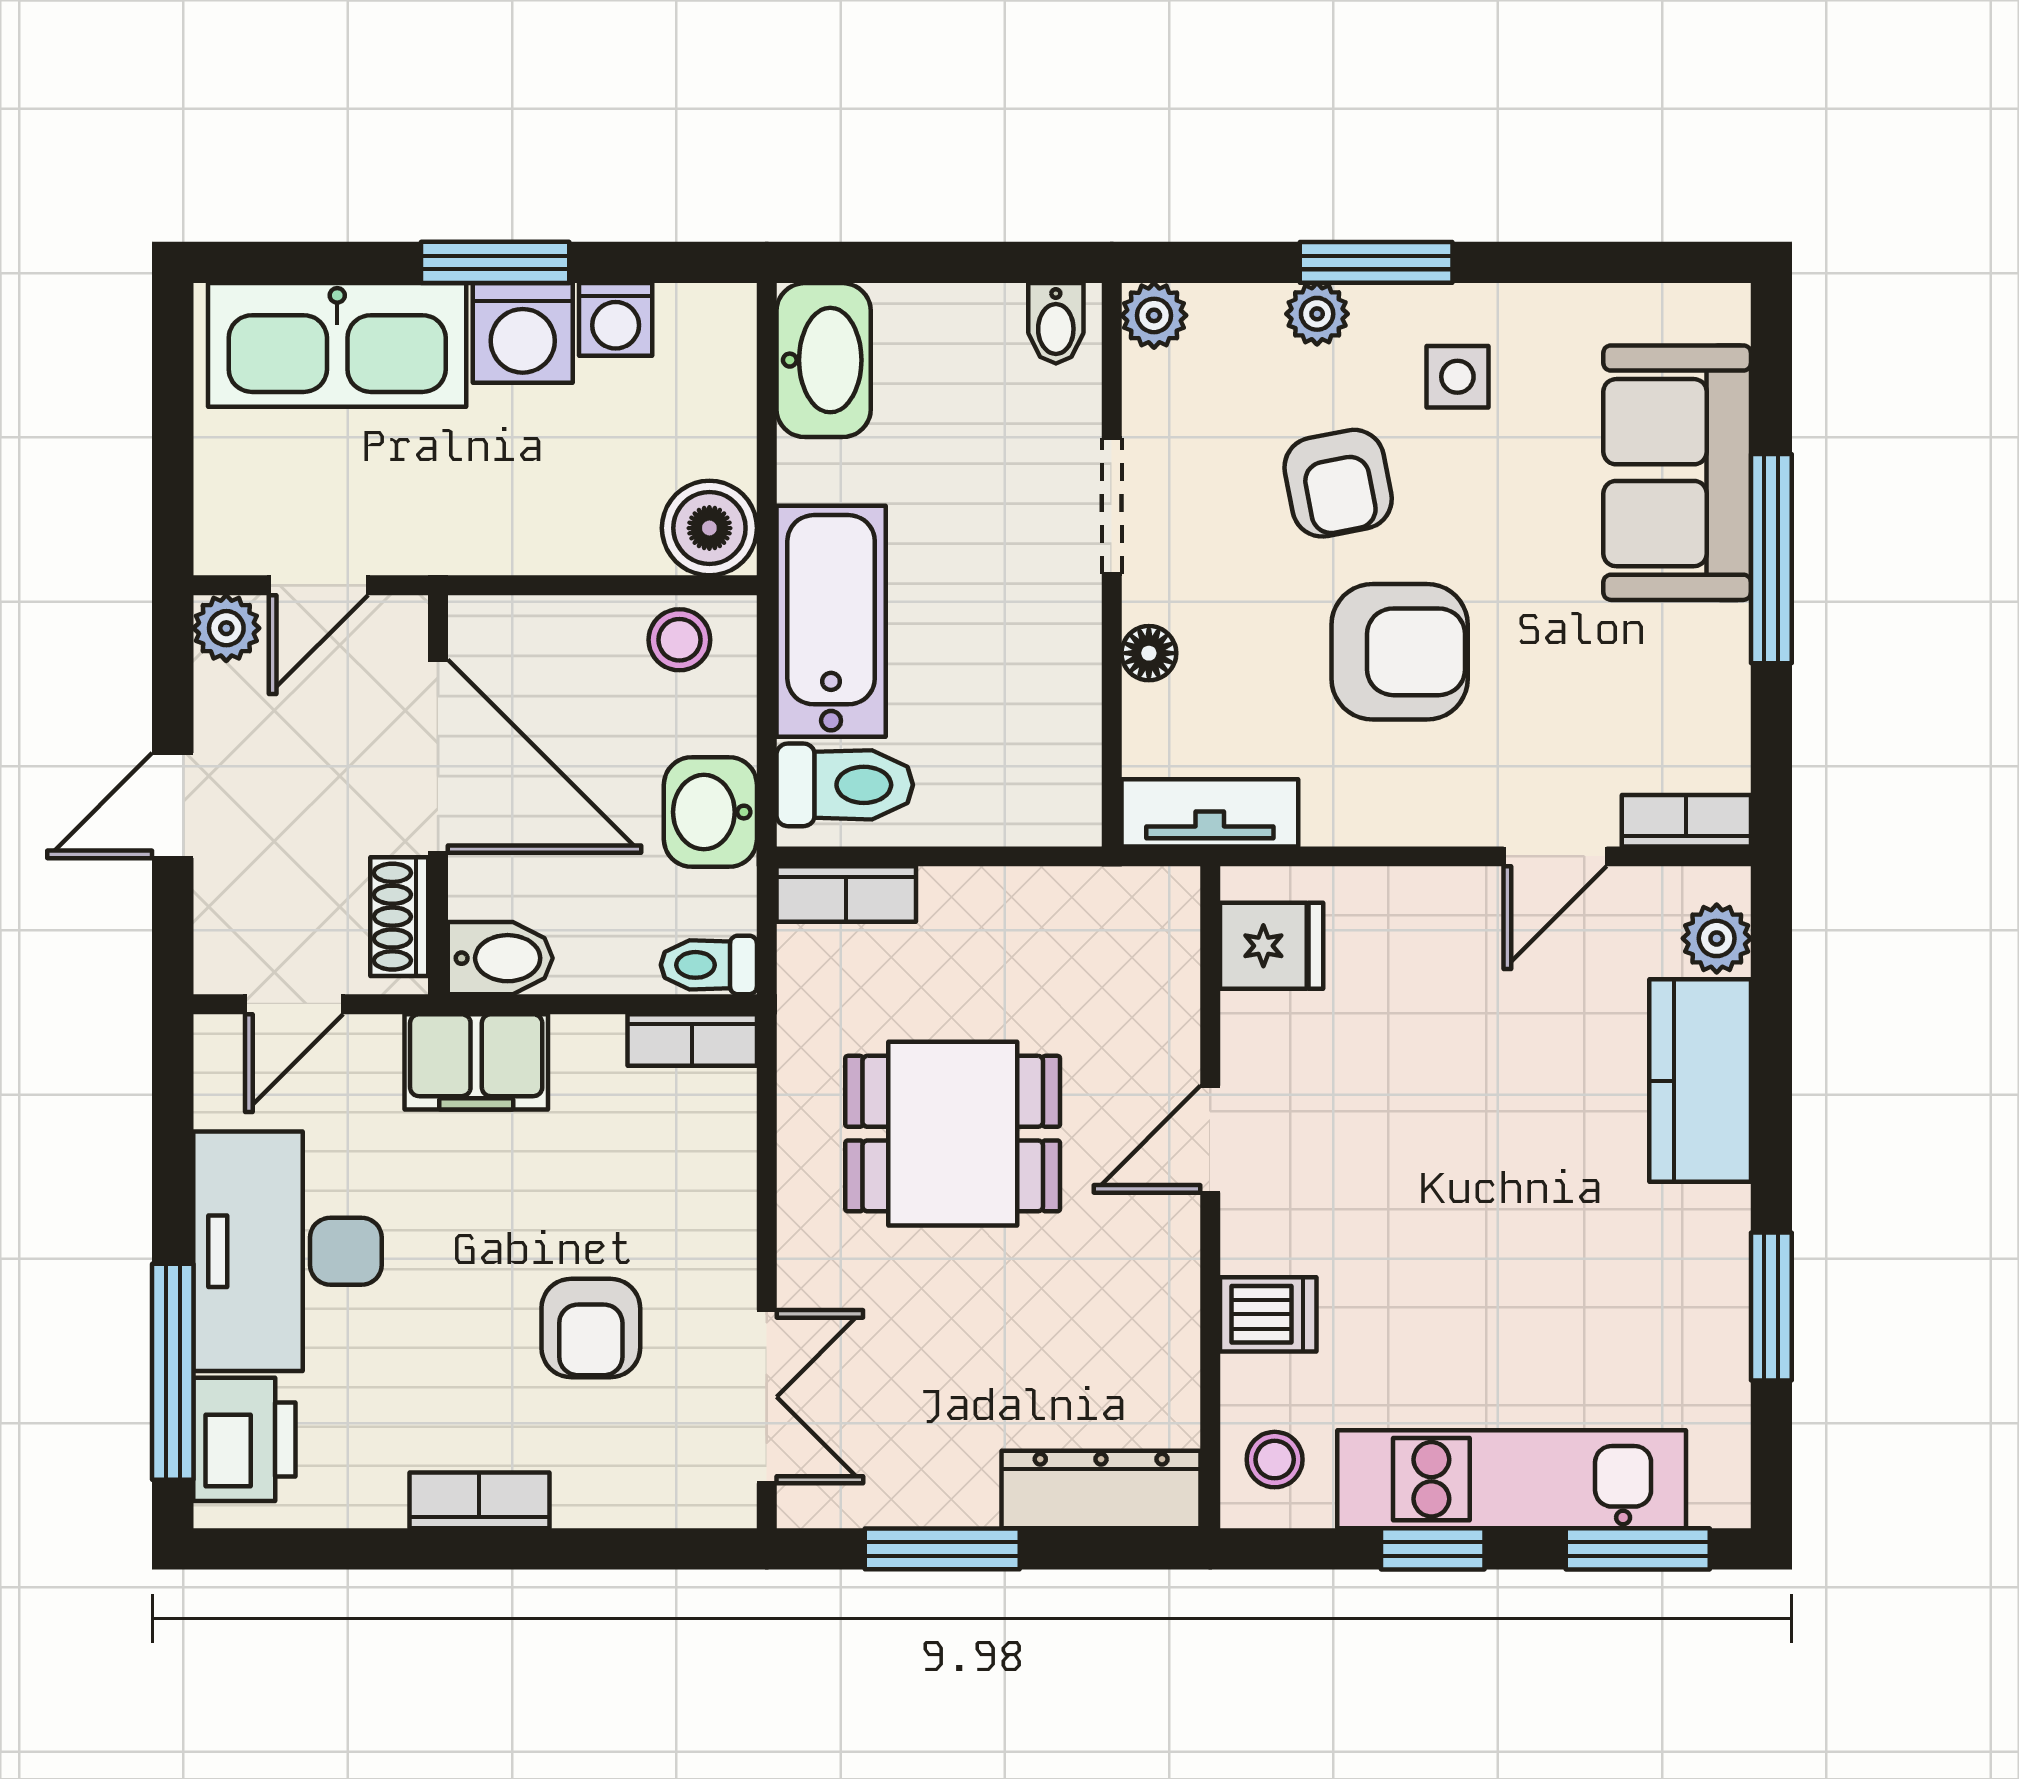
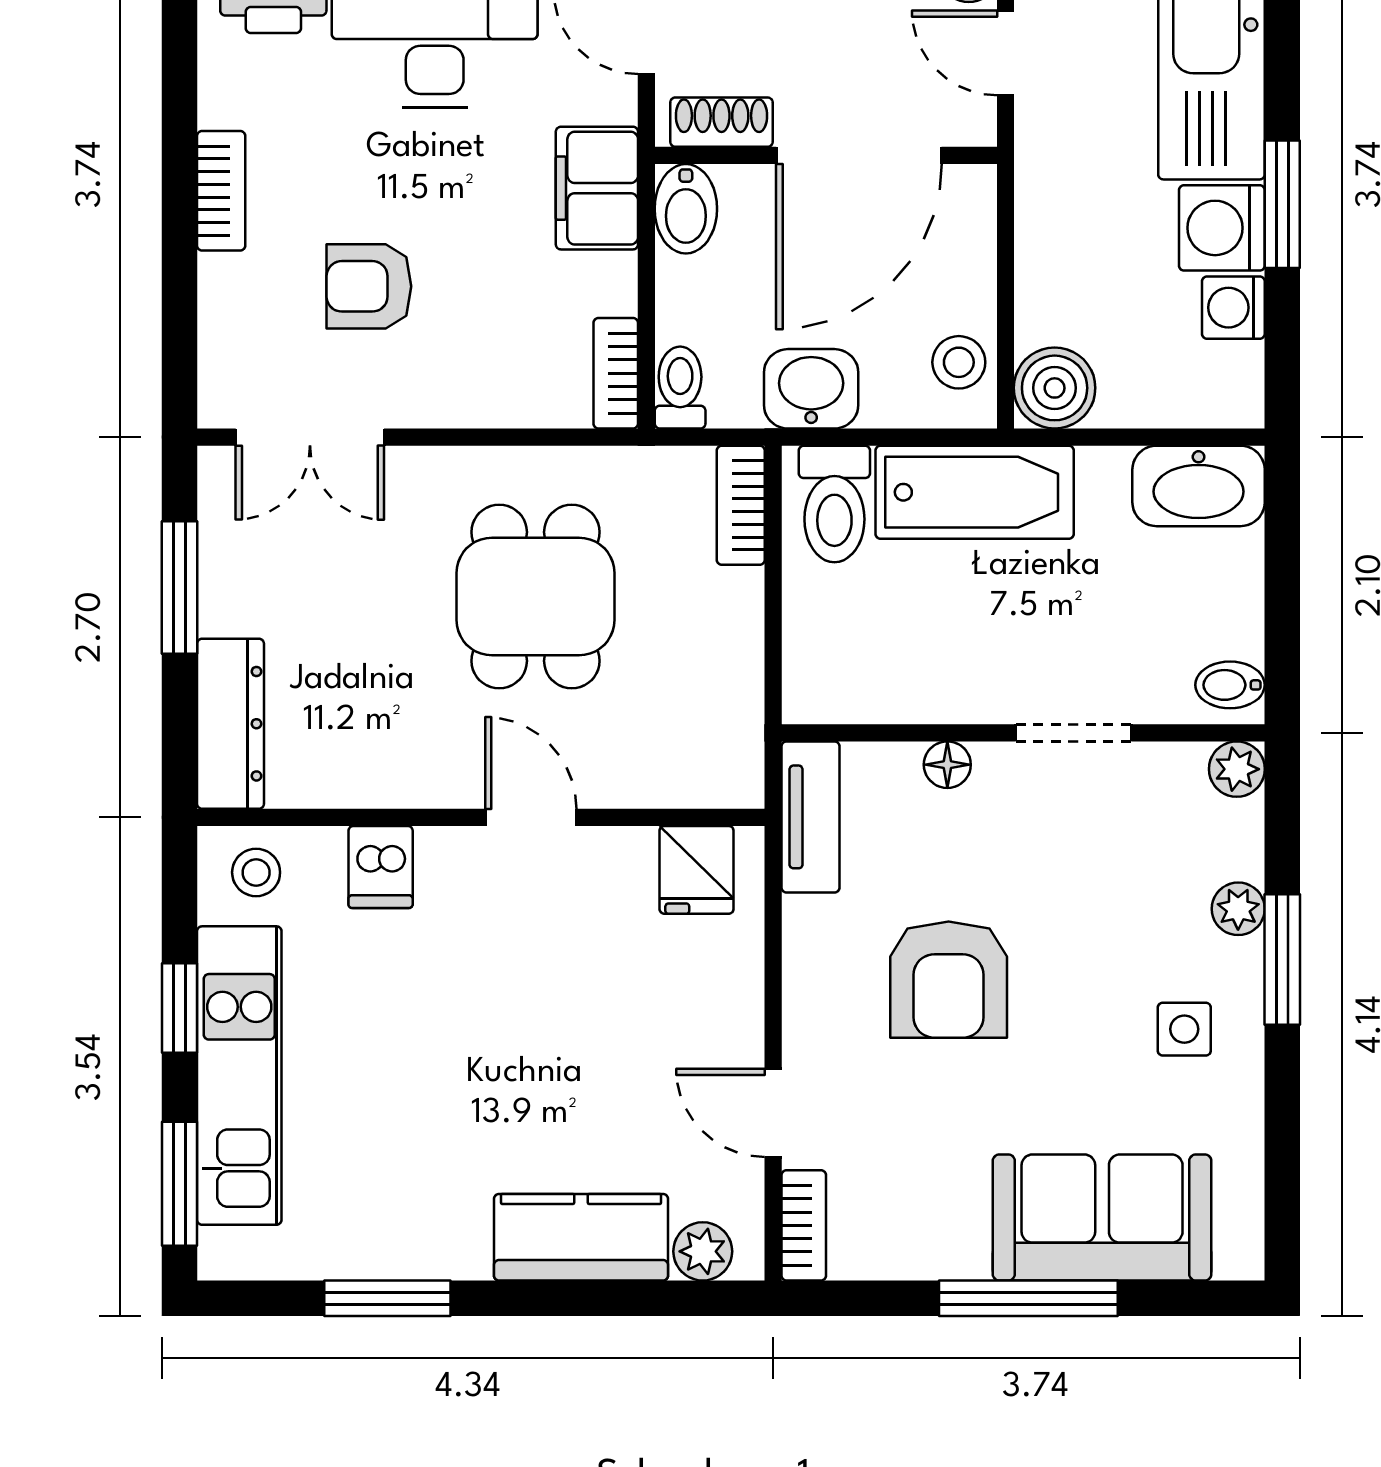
armchair: (1338, 483) -> (1093, 927), removed

